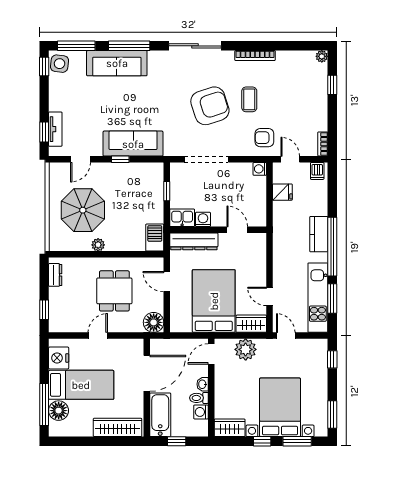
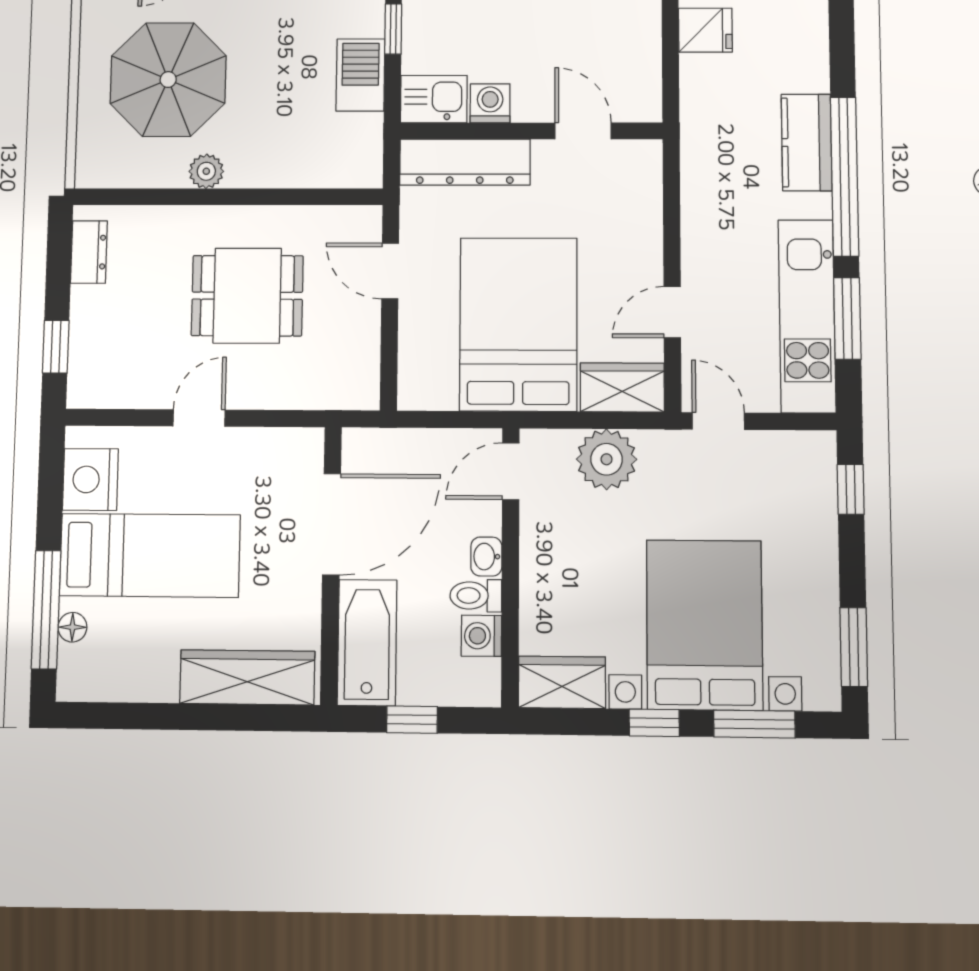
barbecue: (155, 238) -> (360, 75), moved
dining table: (114, 291) -> (247, 296), turned 90
door: (269, 296) -> (672, 312), hinge flipped
floor lamp: (154, 322) -> (353, 382), removed
floor lamp: (59, 411) -> (72, 627), width x0.53, depth x0.53

